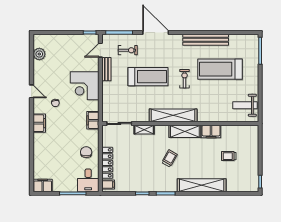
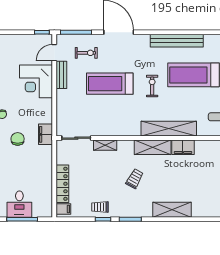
treadmill: (148, 77) -> (110, 84), turned 180
corner desk: (85, 86) -> (36, 81), moved
shelving: (173, 115) -> (169, 129), moved
chair: (86, 152) -> (18, 139), moved
trolley: (229, 156) -> (100, 207), moved
desk: (88, 180) -> (19, 204), moved
shelving: (202, 185) -> (172, 210), width x0.68

